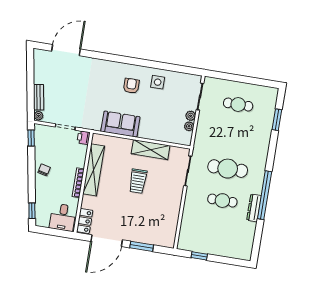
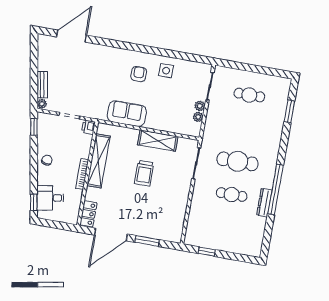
desk: (63, 217) -> (50, 198), moved, turned 80

